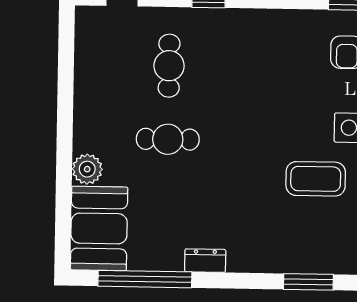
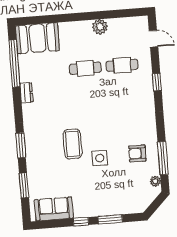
cafe table: (168, 139) -> (85, 68), turned 90
plant: (87, 169) -> (100, 27), moved

